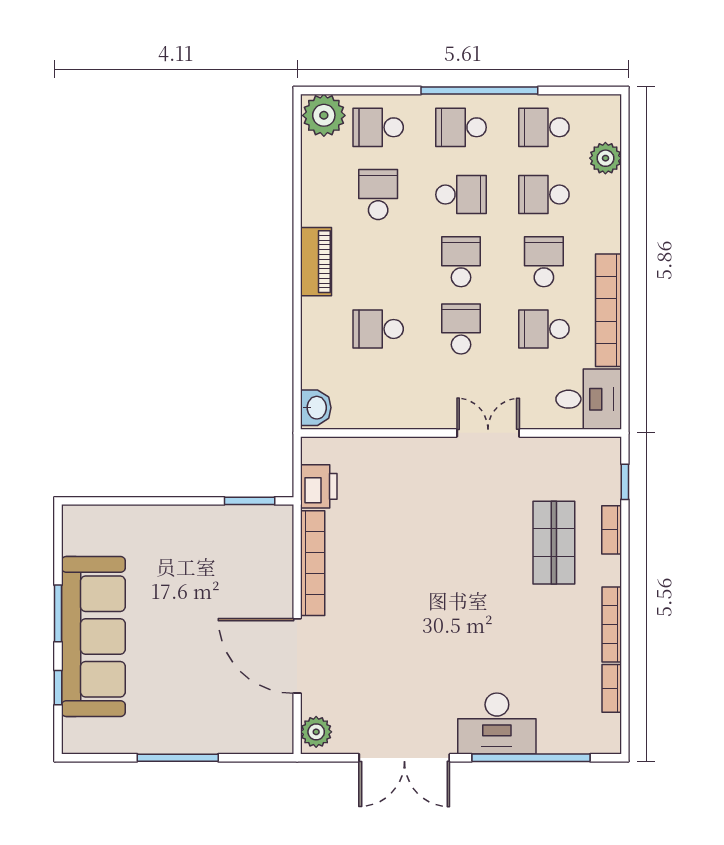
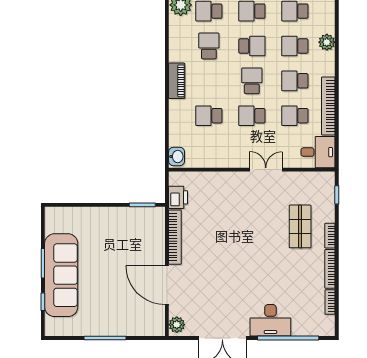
plant: (605, 158) -> (327, 42), moved
school desk: (544, 262) -> (295, 81), turned -90
school desk: (461, 329) -> (252, 116), turned -90
bookcase: (612, 530) -> (330, 236), moved

